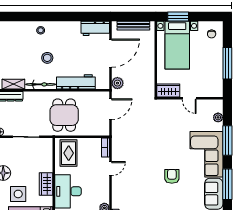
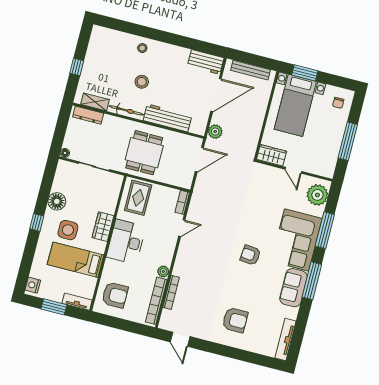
plant: (218, 117) -> (317, 195), width x1.88, depth x1.88
armchair: (172, 176) -> (250, 255), turned -84

